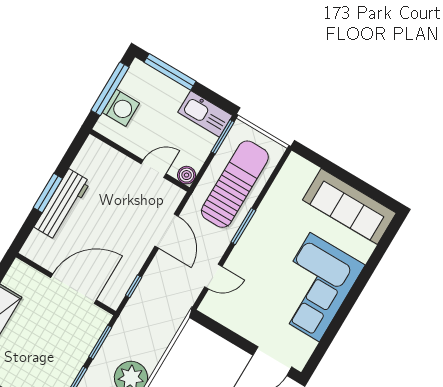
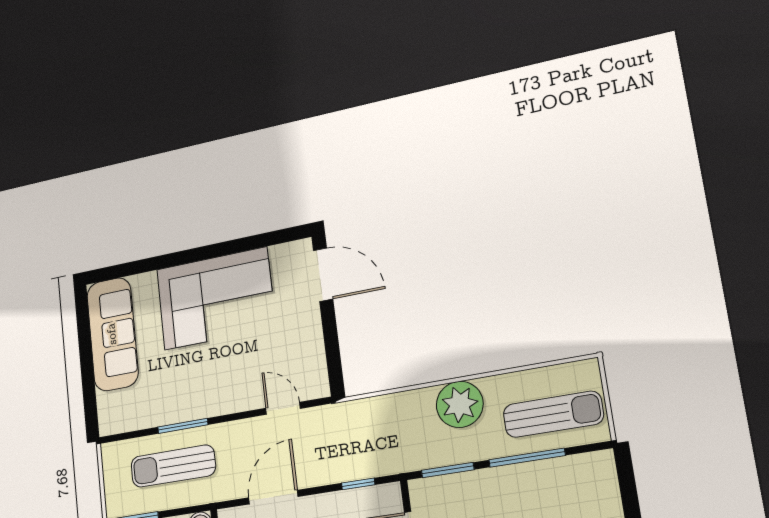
sun lounger: (235, 184) -> (173, 466), width x0.73, depth x0.75
window: (243, 226) -> (183, 426), moved

